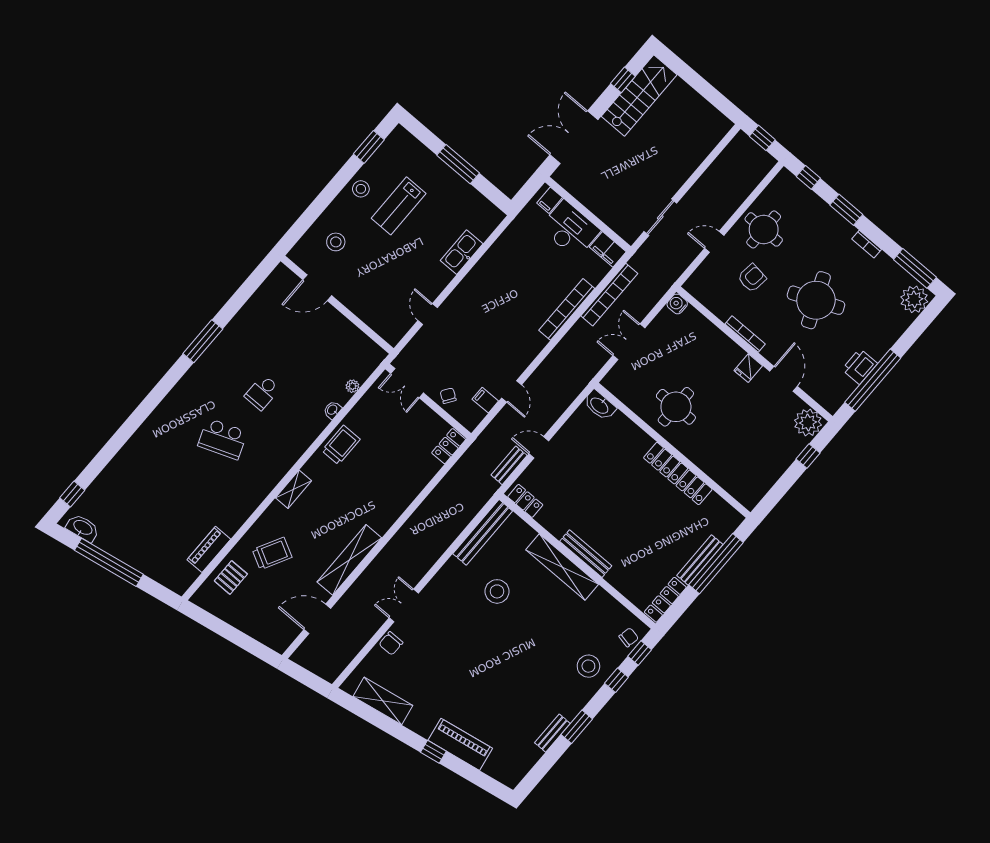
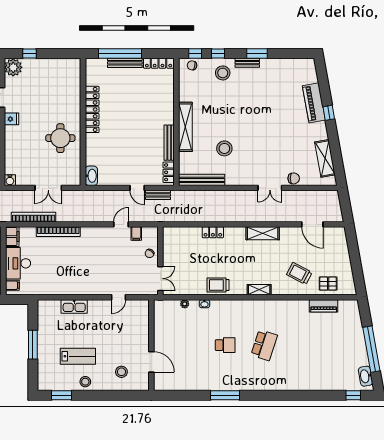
school desk: (223, 439) -> (264, 345), turned 39
locker: (449, 446) -> (213, 232), moved
bench: (586, 554) -> (169, 143), moved
shelving: (349, 560) -> (263, 233), width x0.68
bench: (552, 733) -> (247, 63), moved

